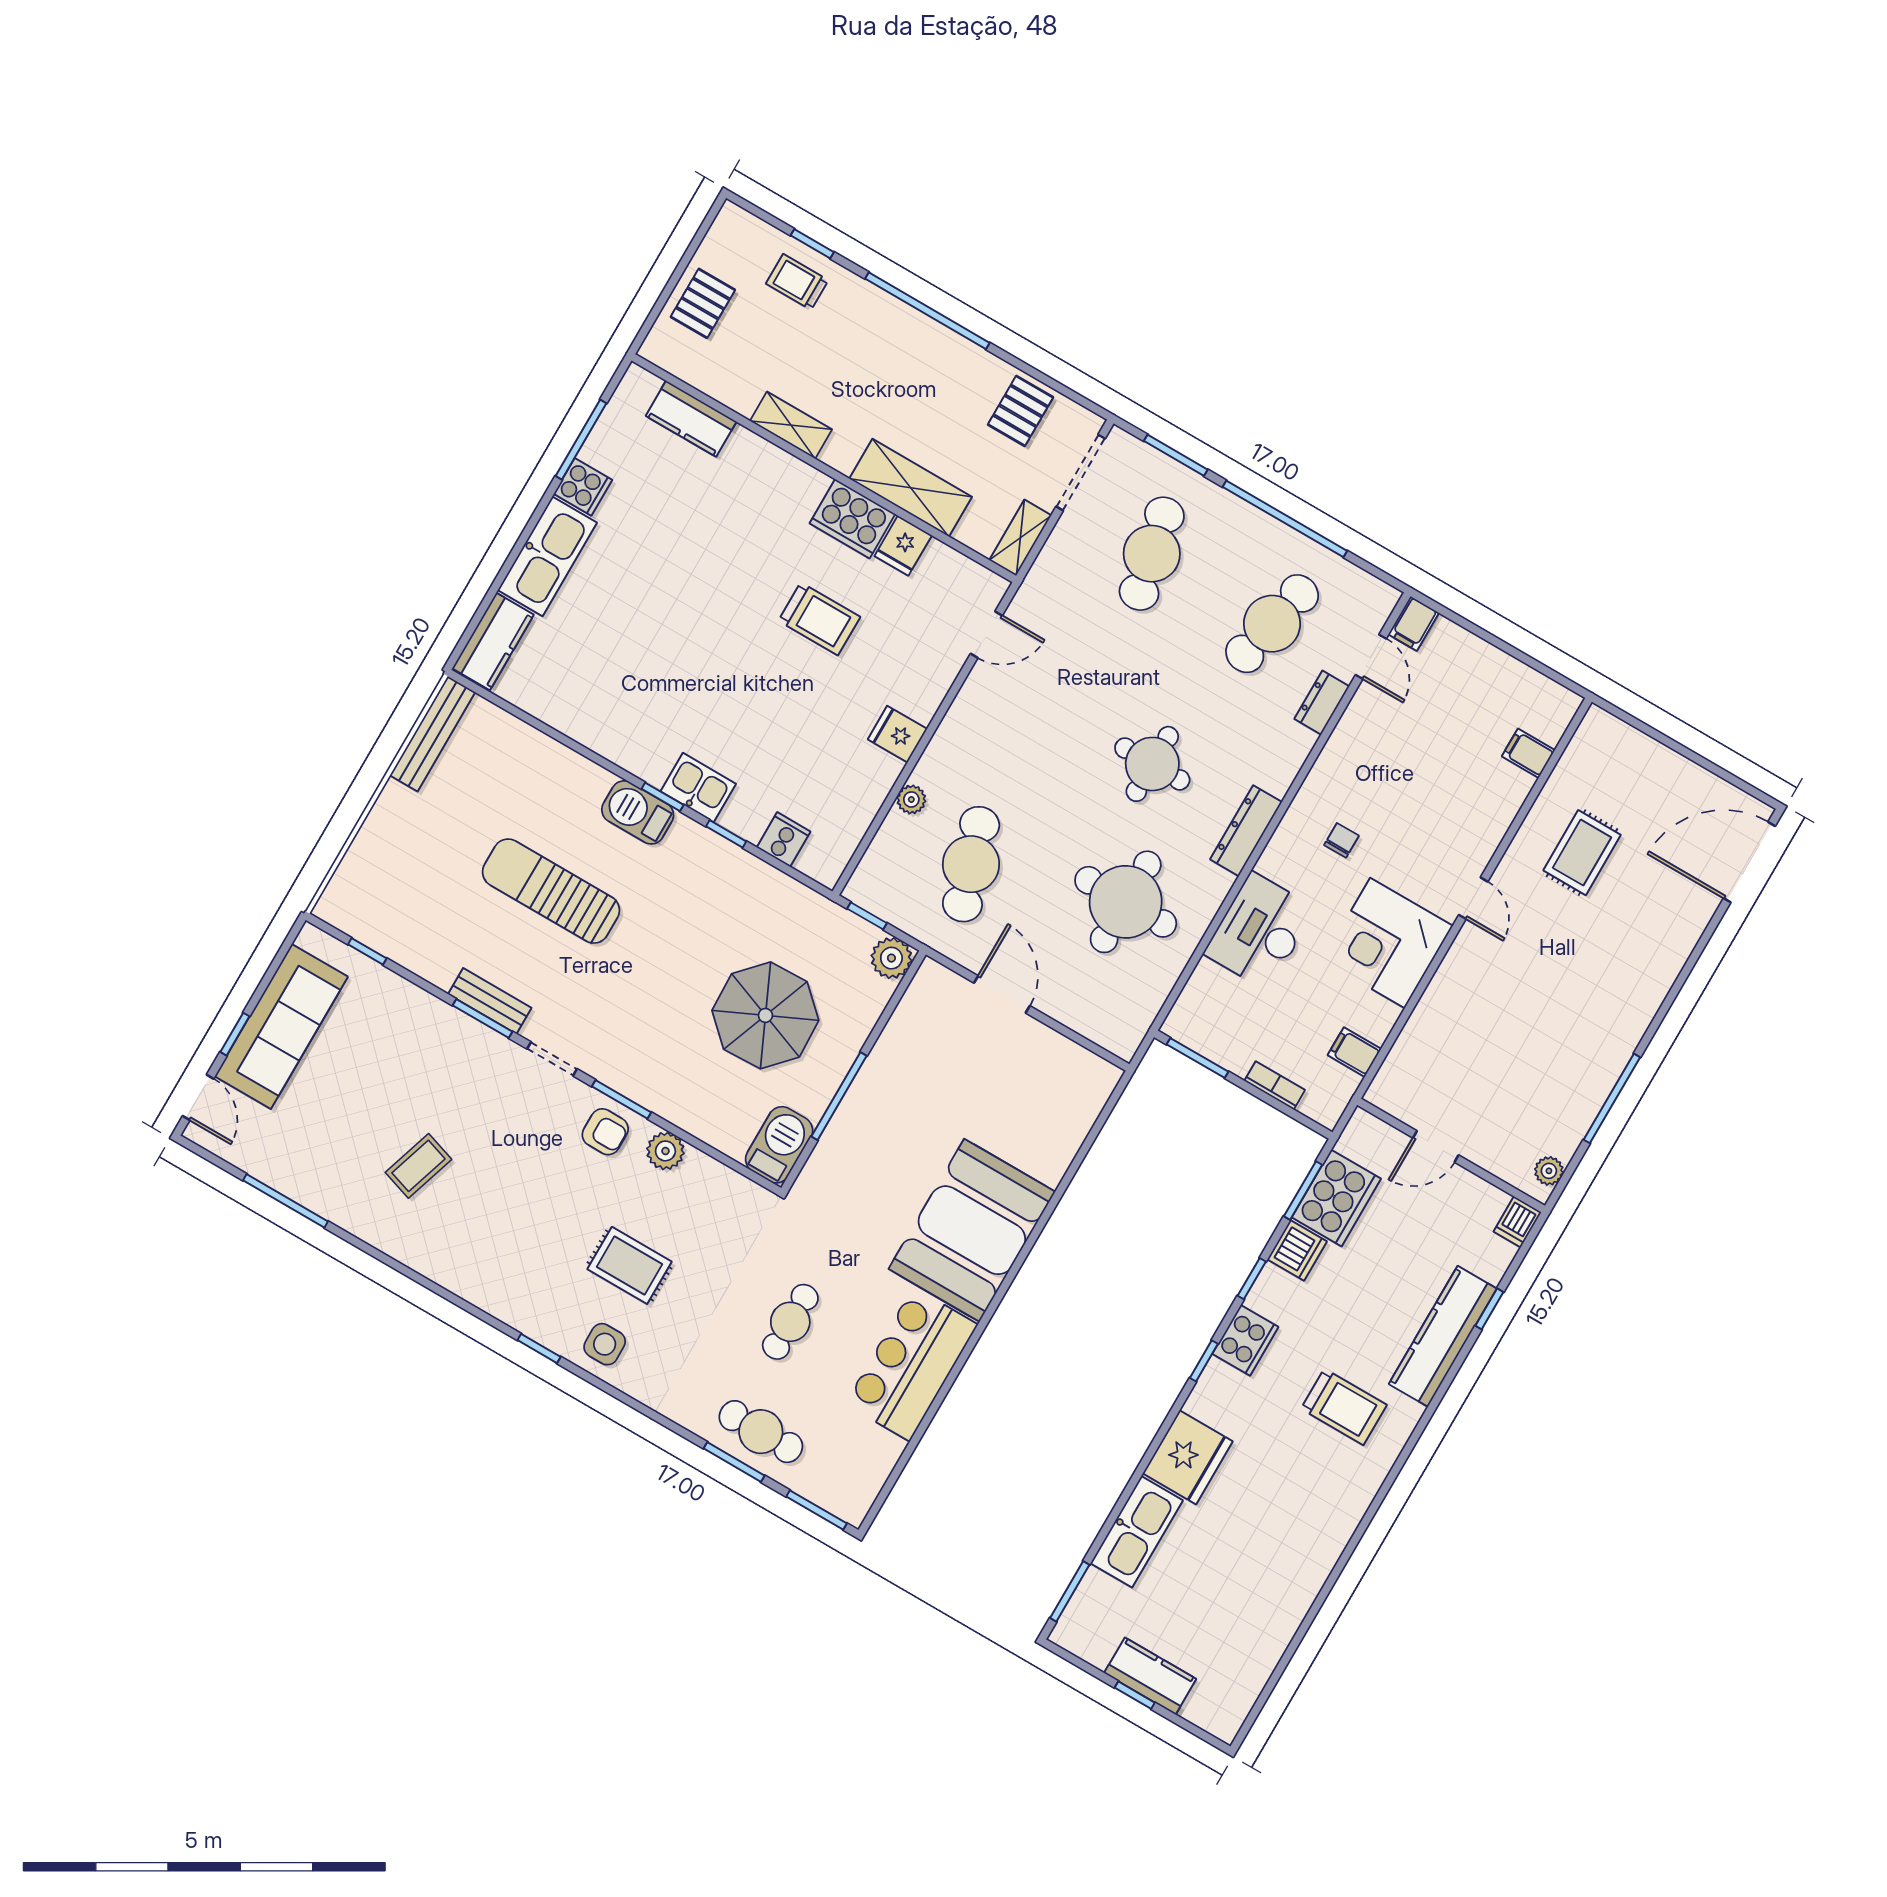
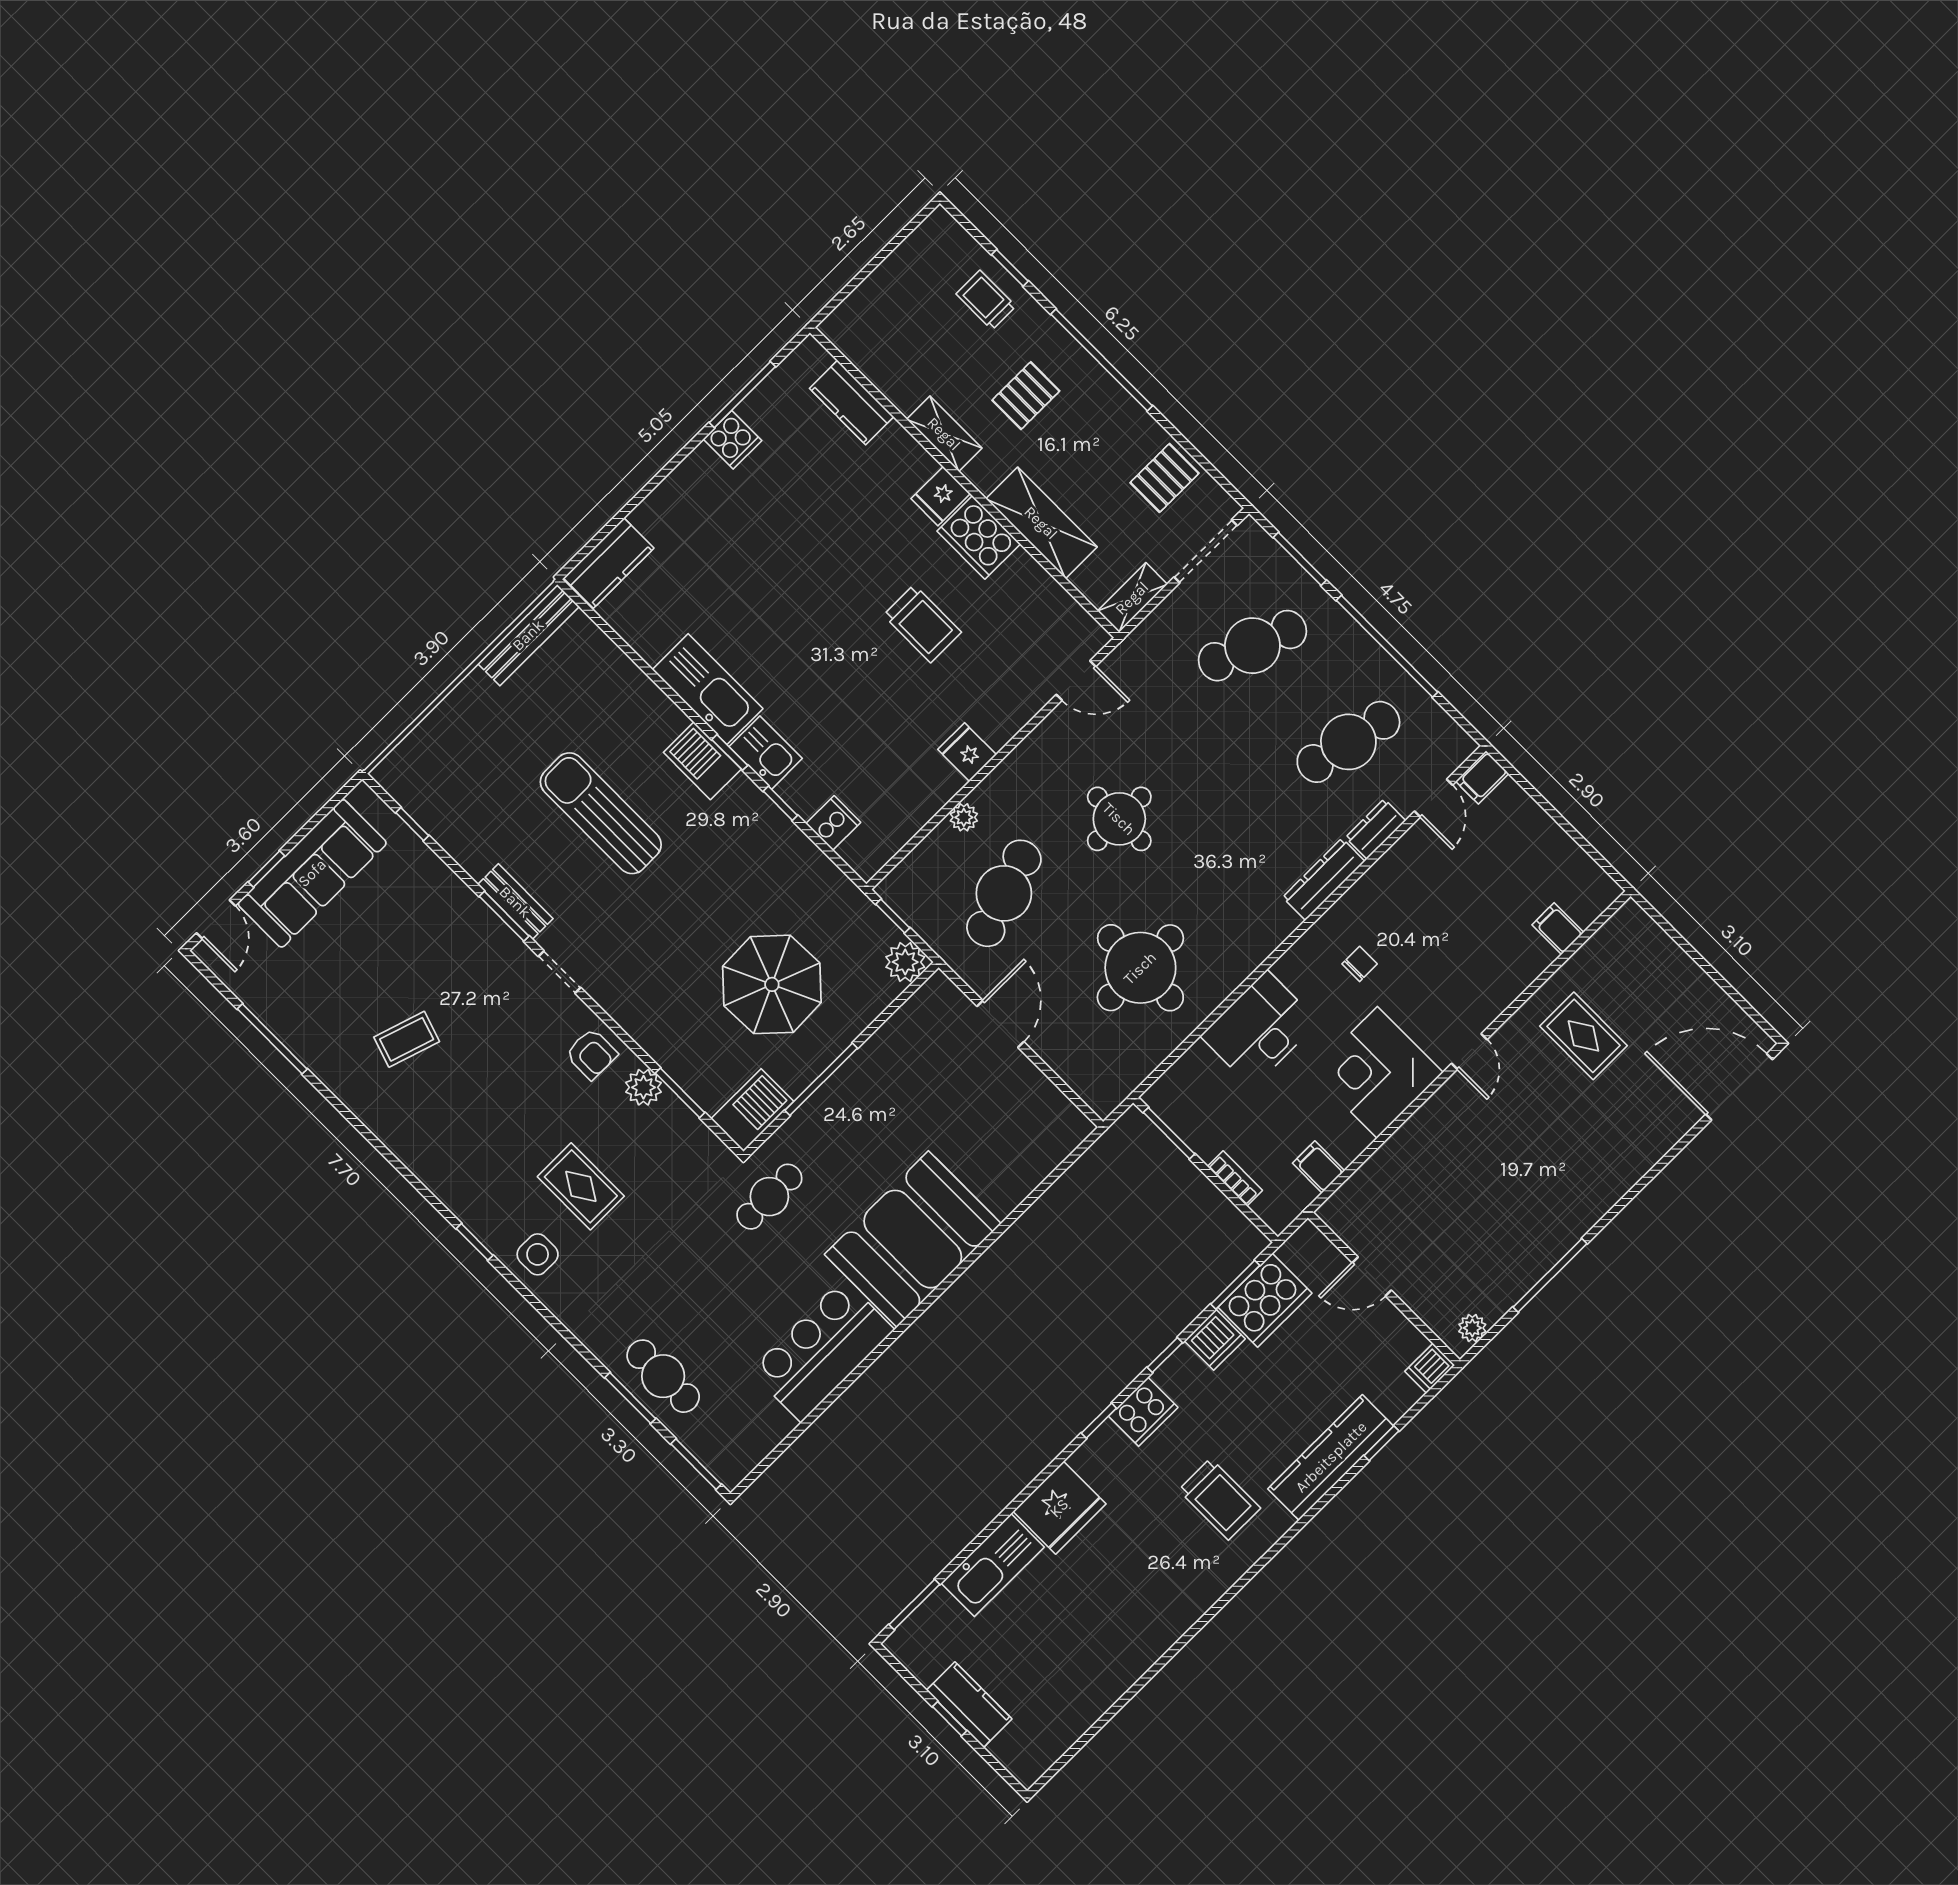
pallet: (703, 303) -> (1026, 396), moved
fridge: (903, 546) -> (941, 496), moved
cafe table: (1152, 554) -> (1252, 646), turned 33
kitchen sink: (547, 556) -> (708, 689), moved, turned -90
round table: (1152, 764) -> (1119, 819), moved
dresser: (1246, 831) -> (1324, 879), moved
rug: (1582, 853) -> (1583, 1036), turned 90
window: (621, 1099) -> (680, 1093), moved
cafe table: (790, 1322) -> (769, 1197), moved

